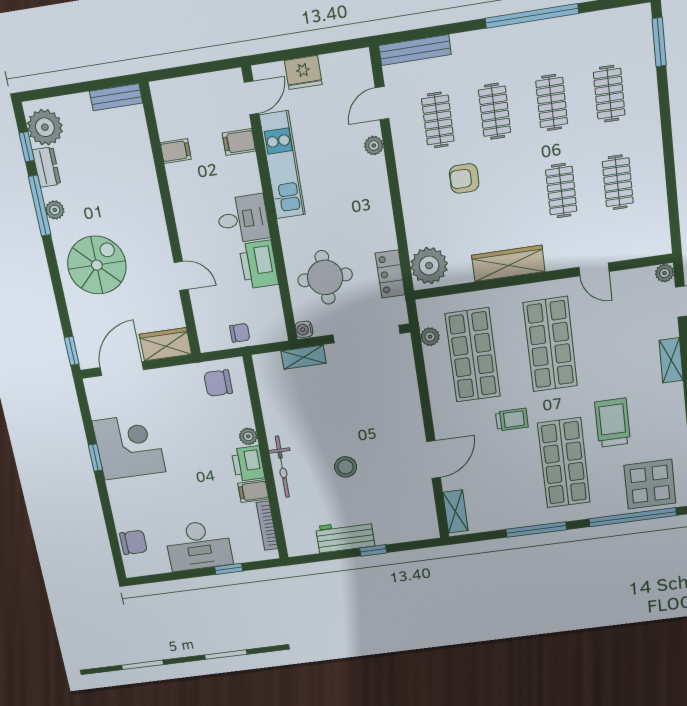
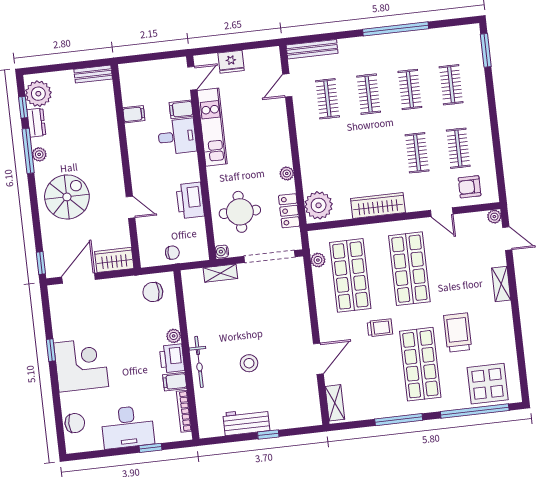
plant: (374, 146) -> (287, 173), moved
armchair: (464, 178) -> (470, 187), moved
desk: (243, 219) -> (177, 137), moved
corner desk: (129, 446) -> (81, 365), moved

